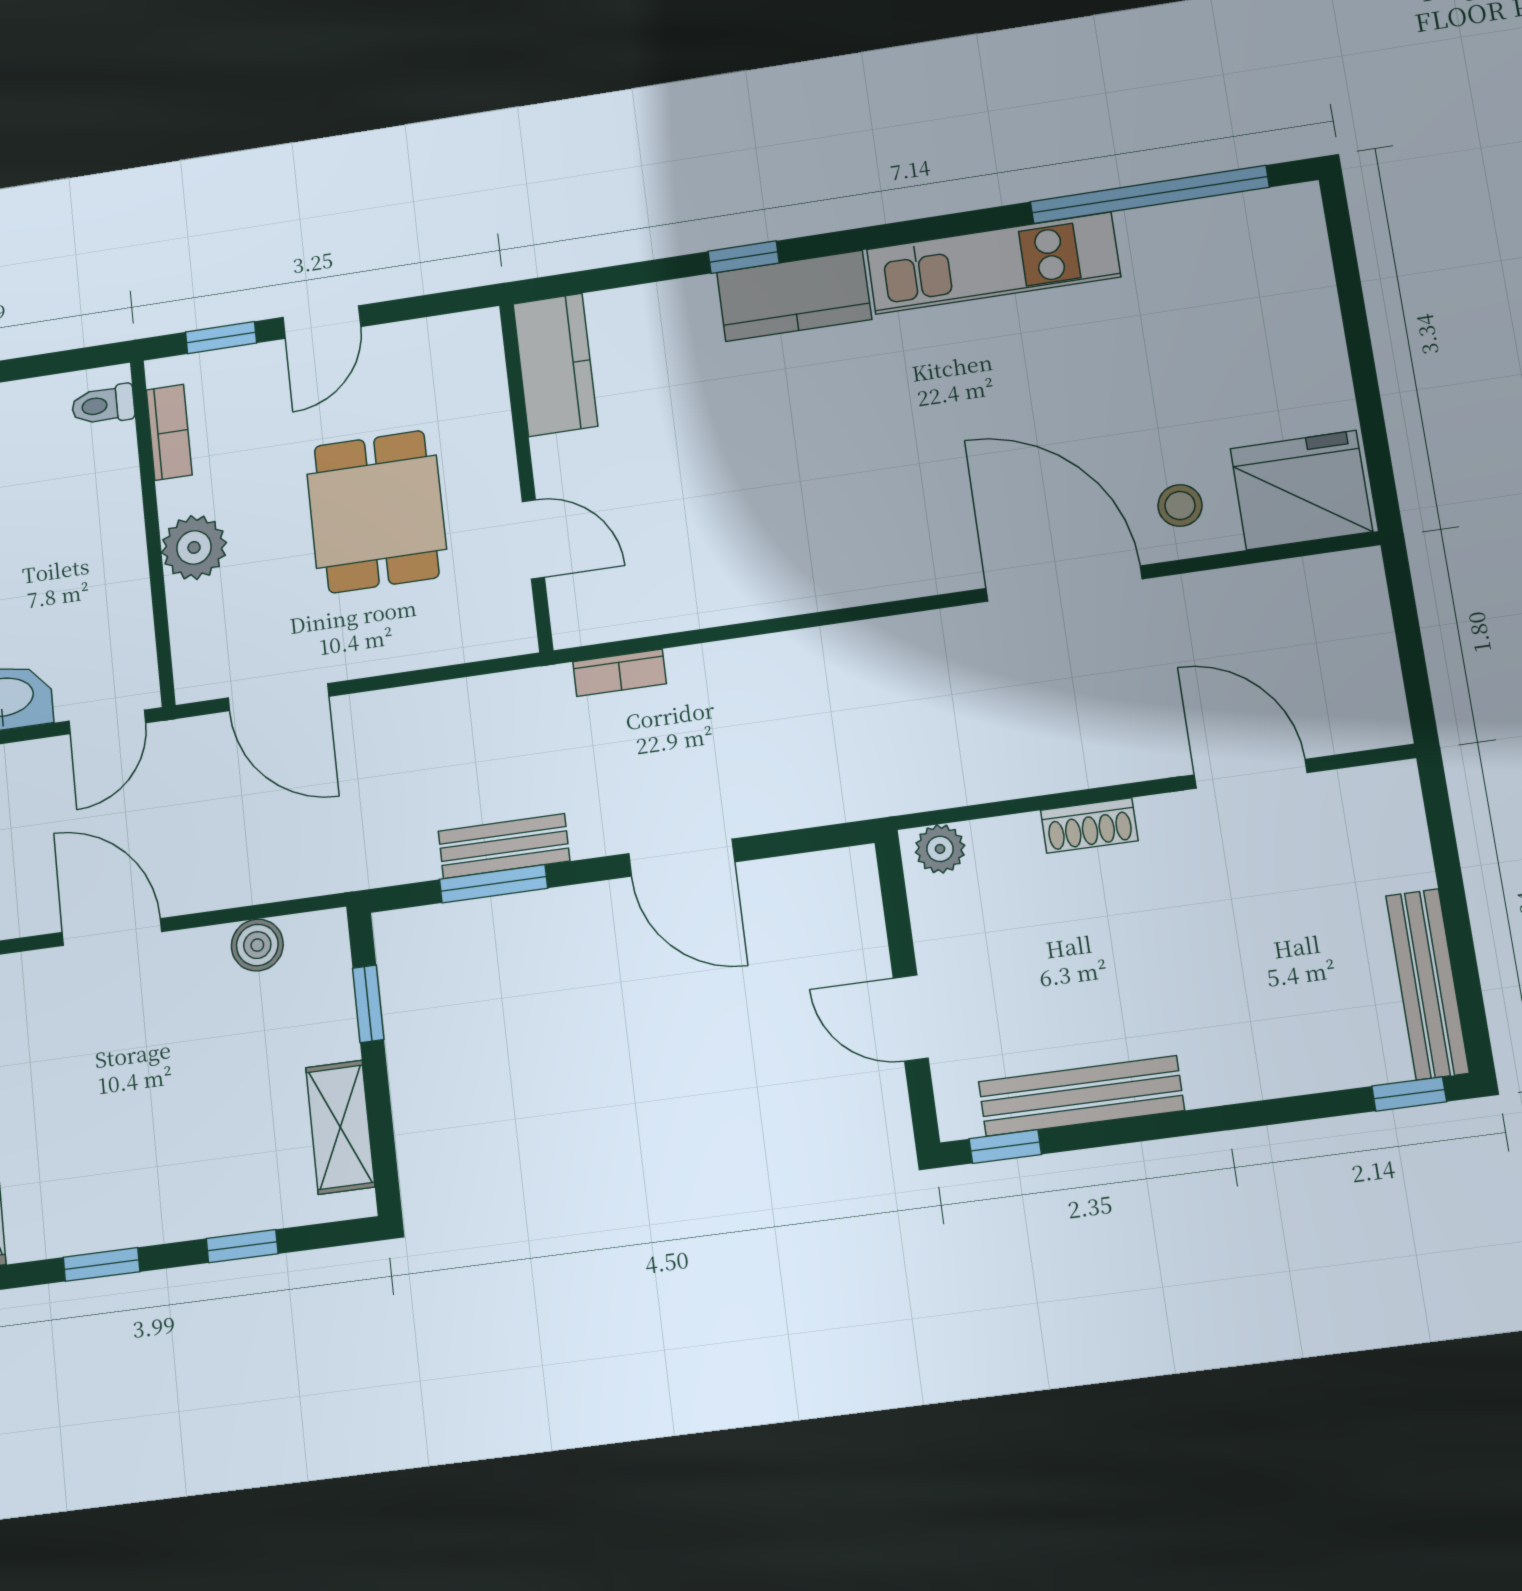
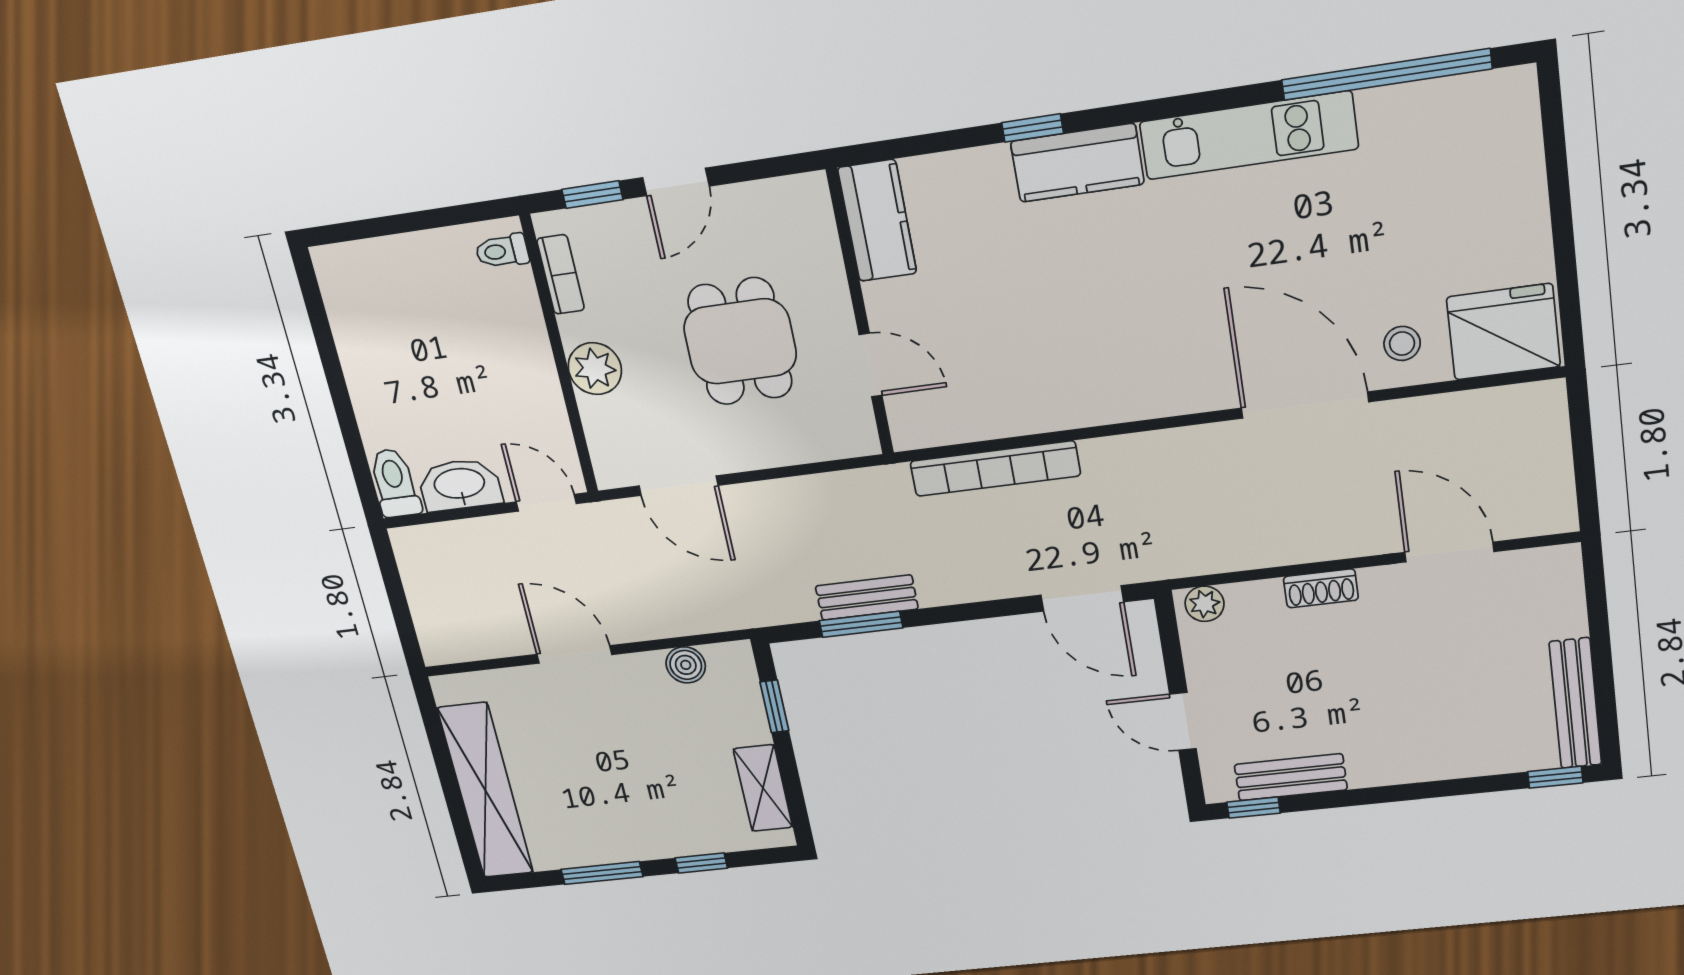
bookcase: (620, 673) -> (995, 469), width x2.31, depth x1.31
door: (107, 722) -> (546, 503), swing flipped
door: (682, 858) -> (1082, 598), moved
bench: (1081, 1096) -> (1291, 777), width x0.73
window: (102, 1264) -> (602, 873), width x1.50

